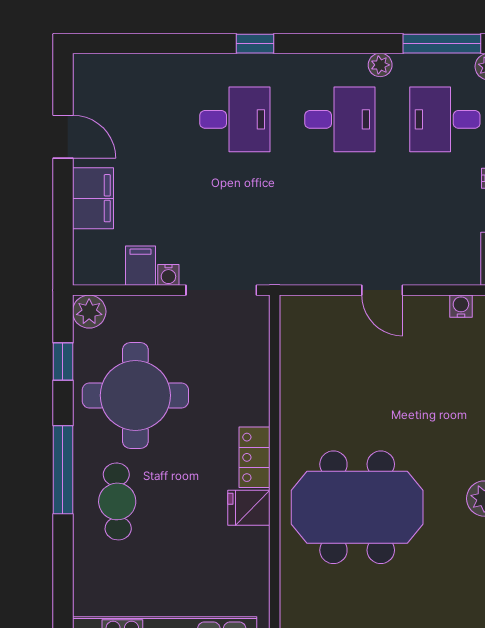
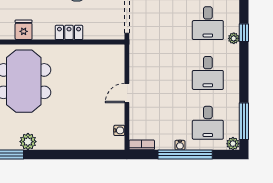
plant: (380, 65) -> (234, 38), moved
desk: (445, 119) -> (208, 123), turned 180
locker: (255, 457) -> (69, 32), moved

